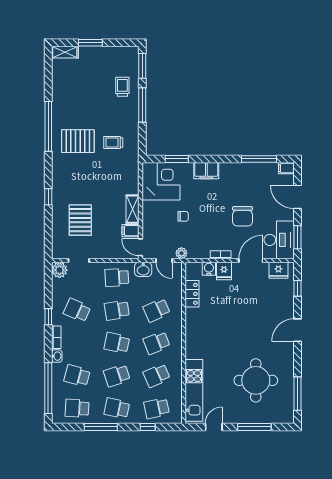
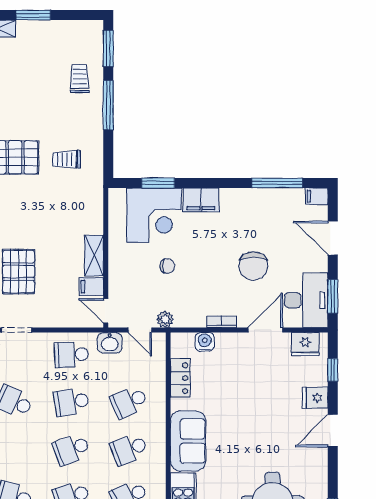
corner desk: (161, 181) -> (154, 215), moved, turned 90
fridge: (224, 271) -> (315, 398), moved, turned 90
sofa: (197, 337) -> (188, 441), added
school desk: (117, 343) -> (72, 449), turned -33

